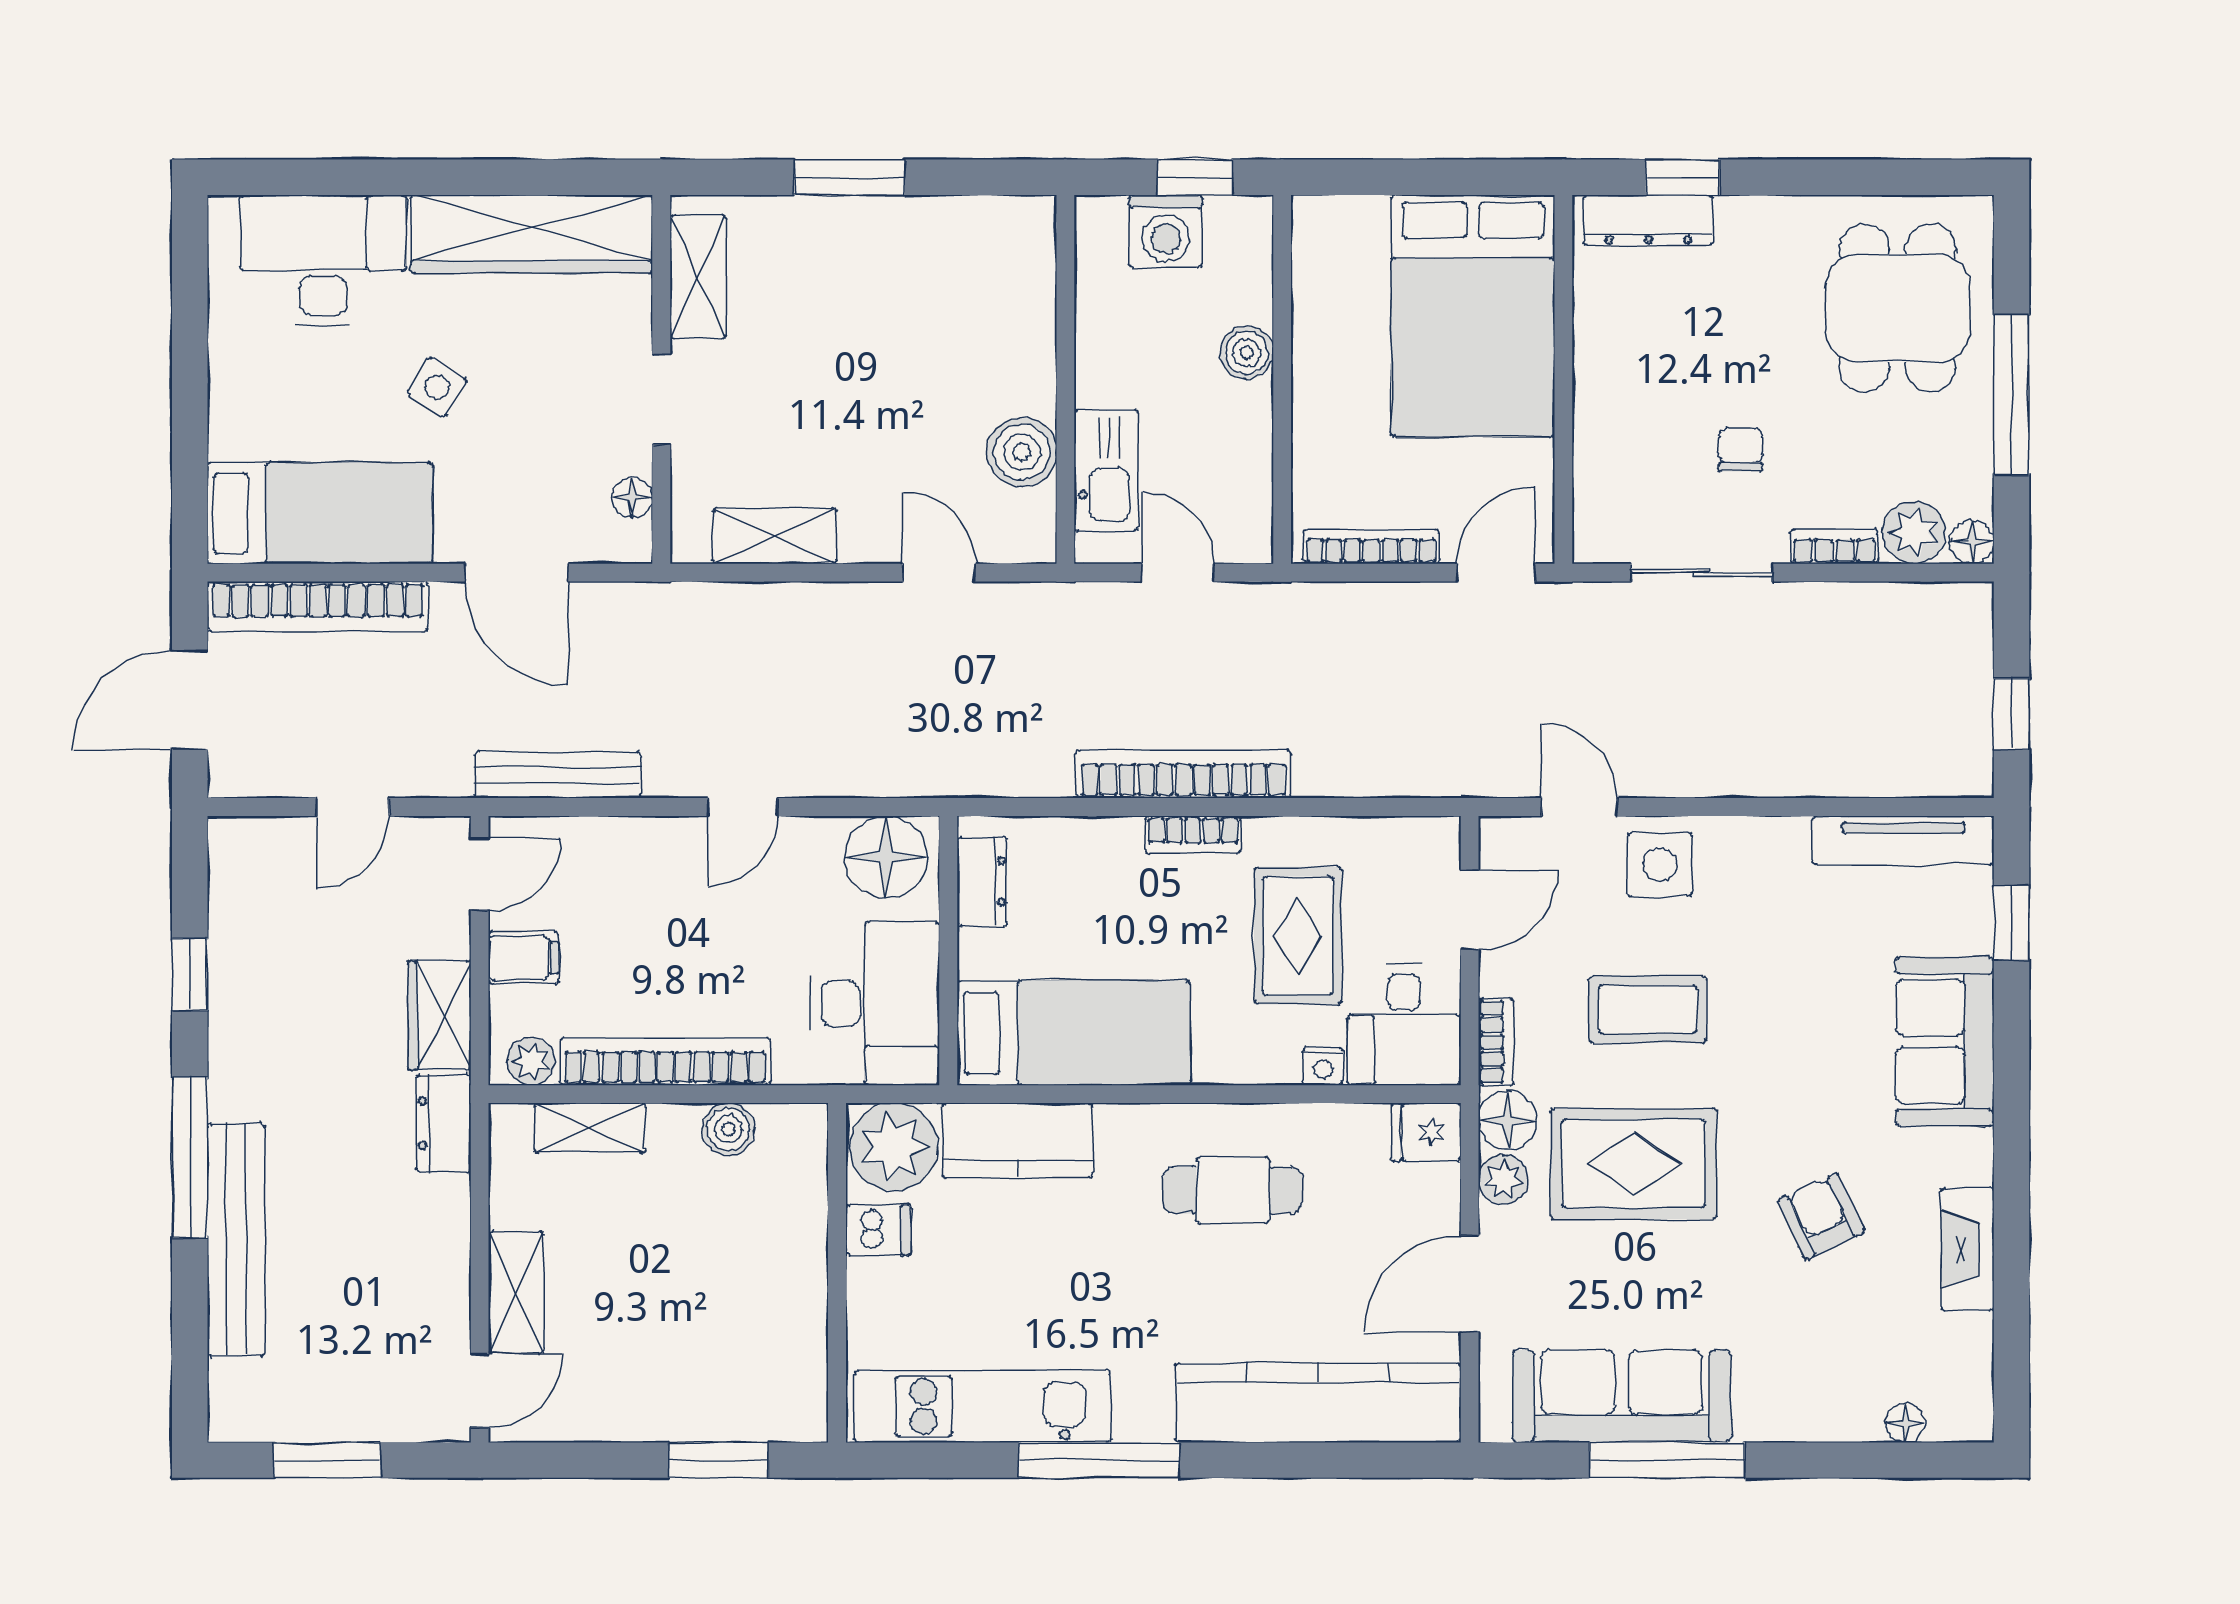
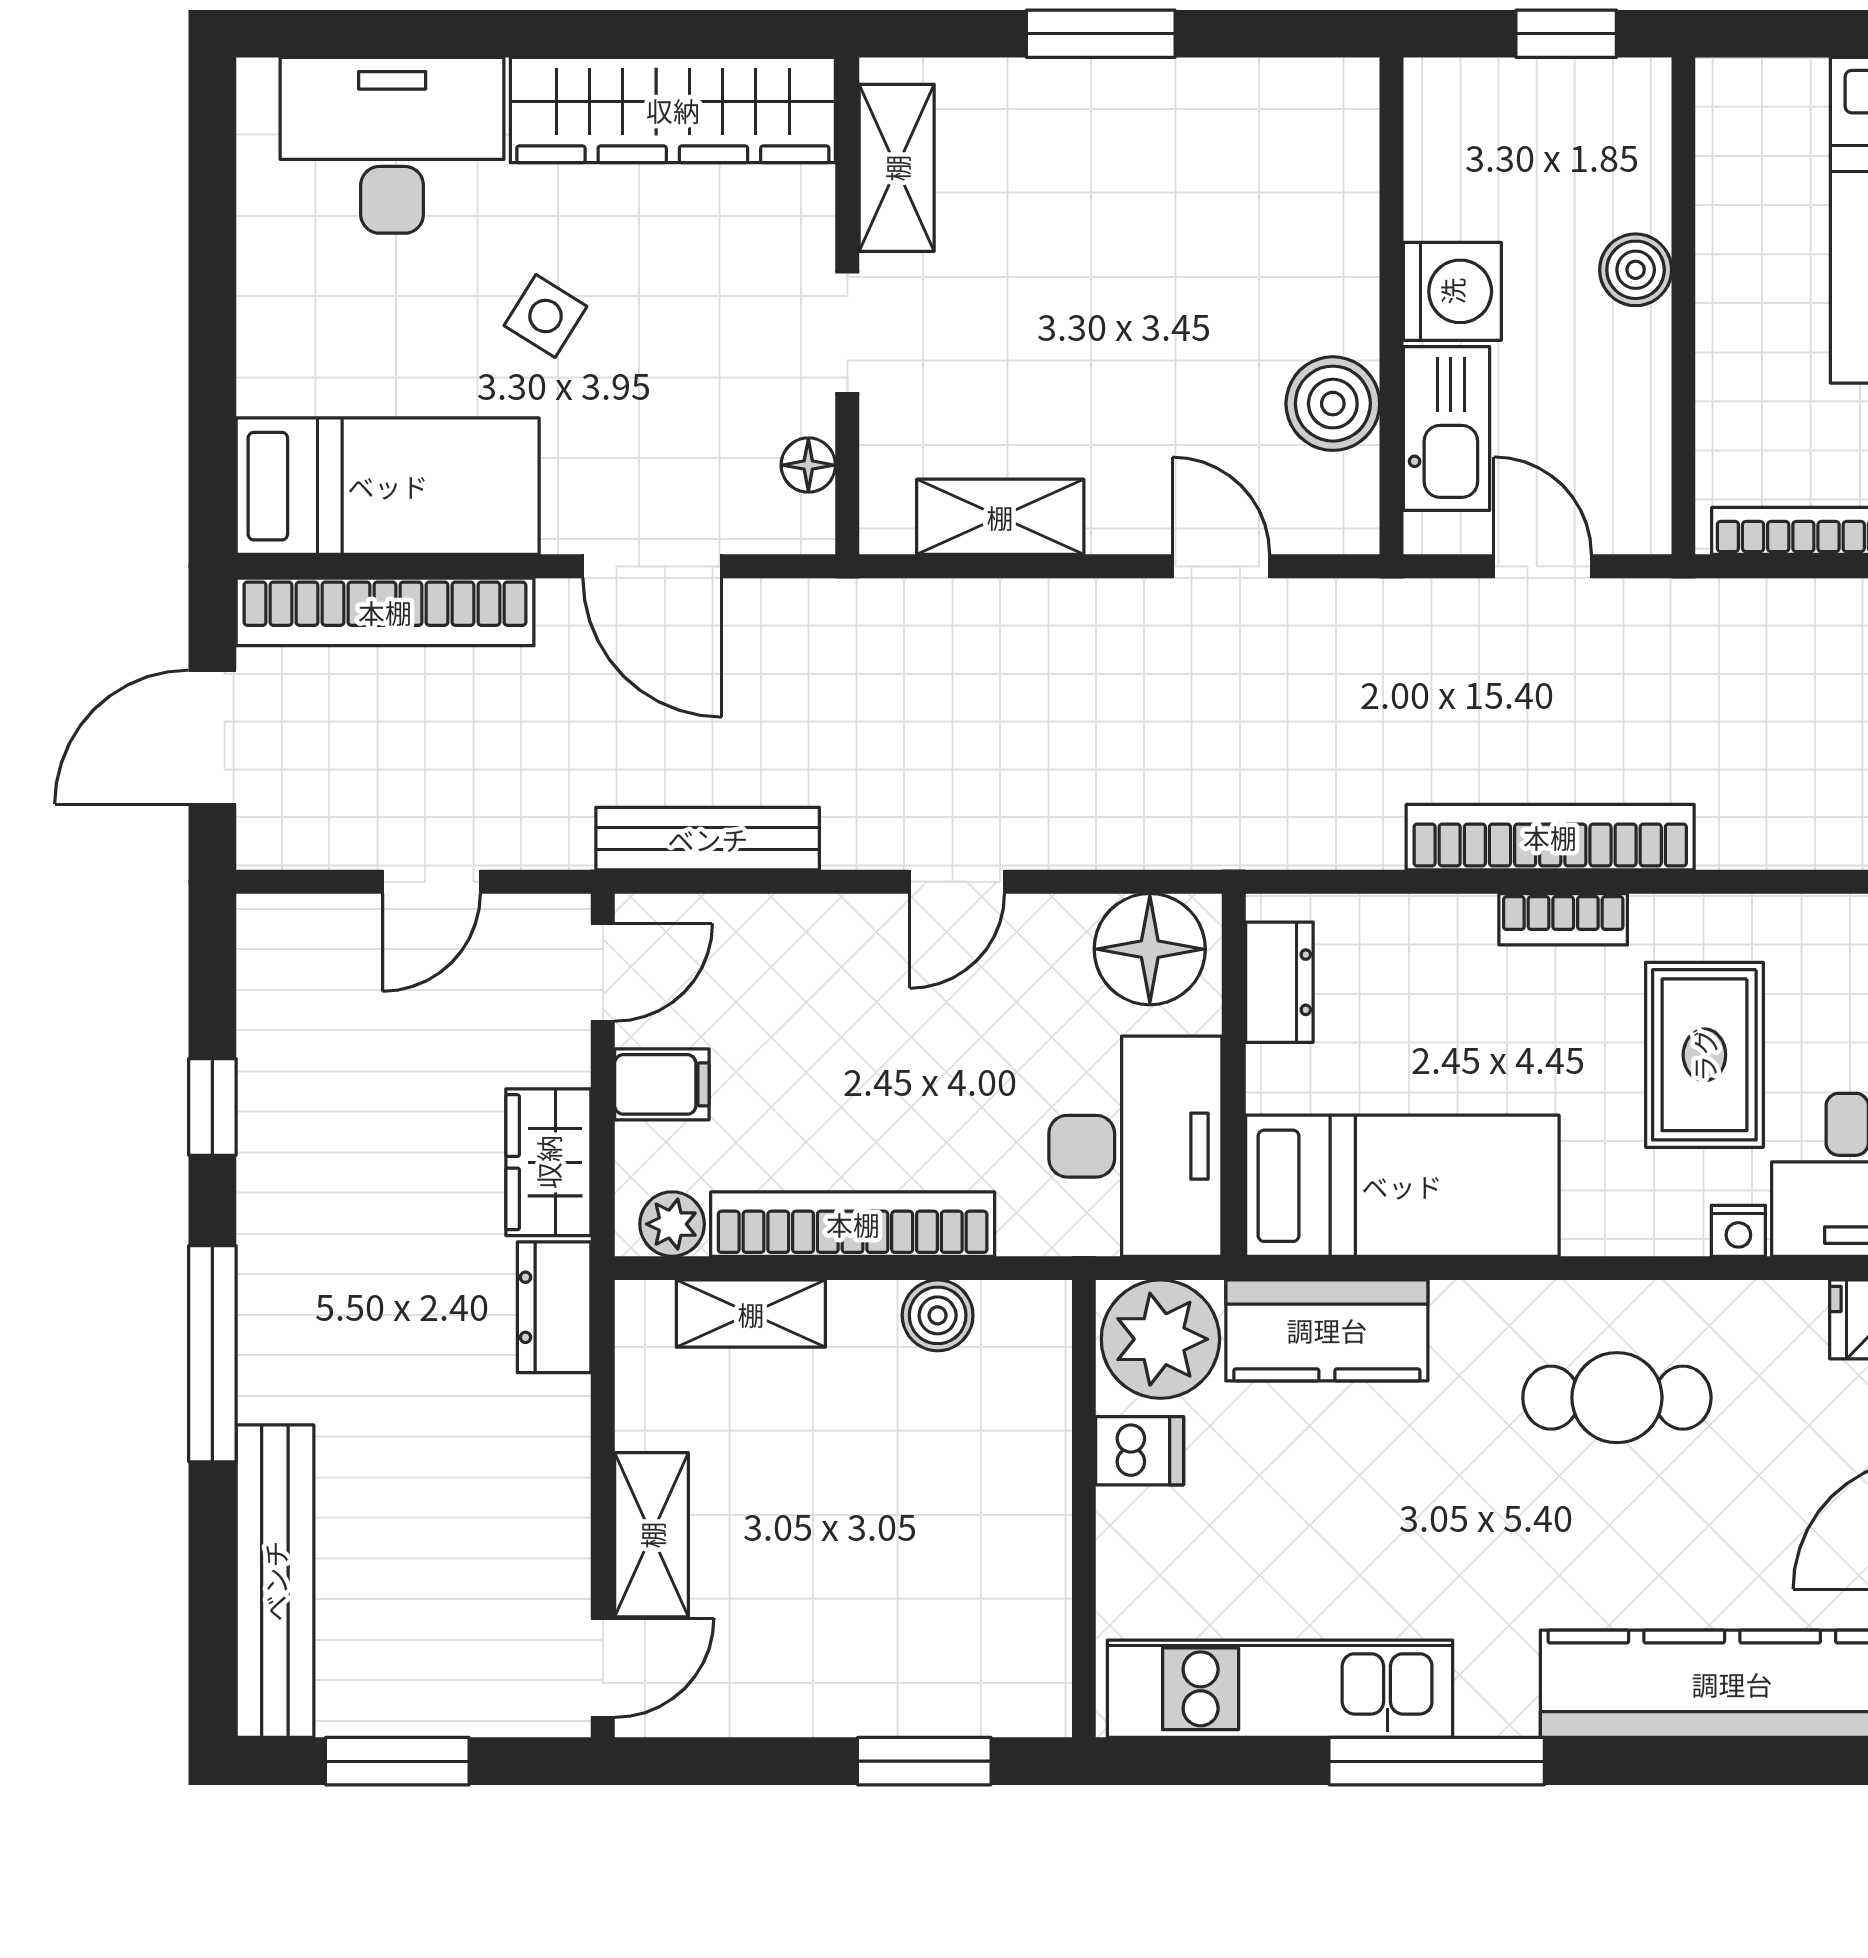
washing machine: (1166, 231) -> (1452, 291), moved, turned -90
bench: (236, 1240) -> (275, 1581), moved

